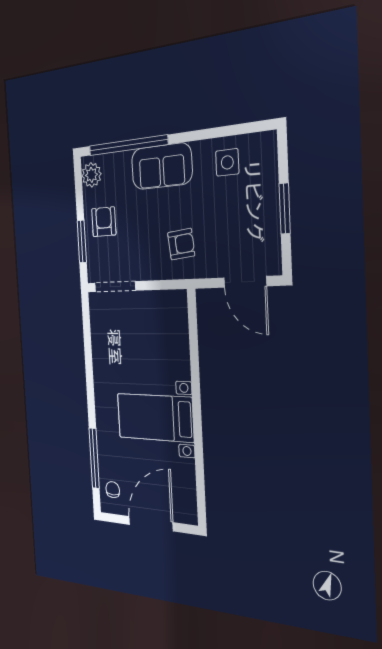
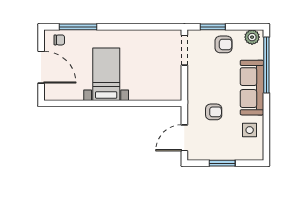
sofa: (162, 166) -> (252, 88), width x1.36
armchair: (181, 244) -> (214, 112), moved, turned -84

